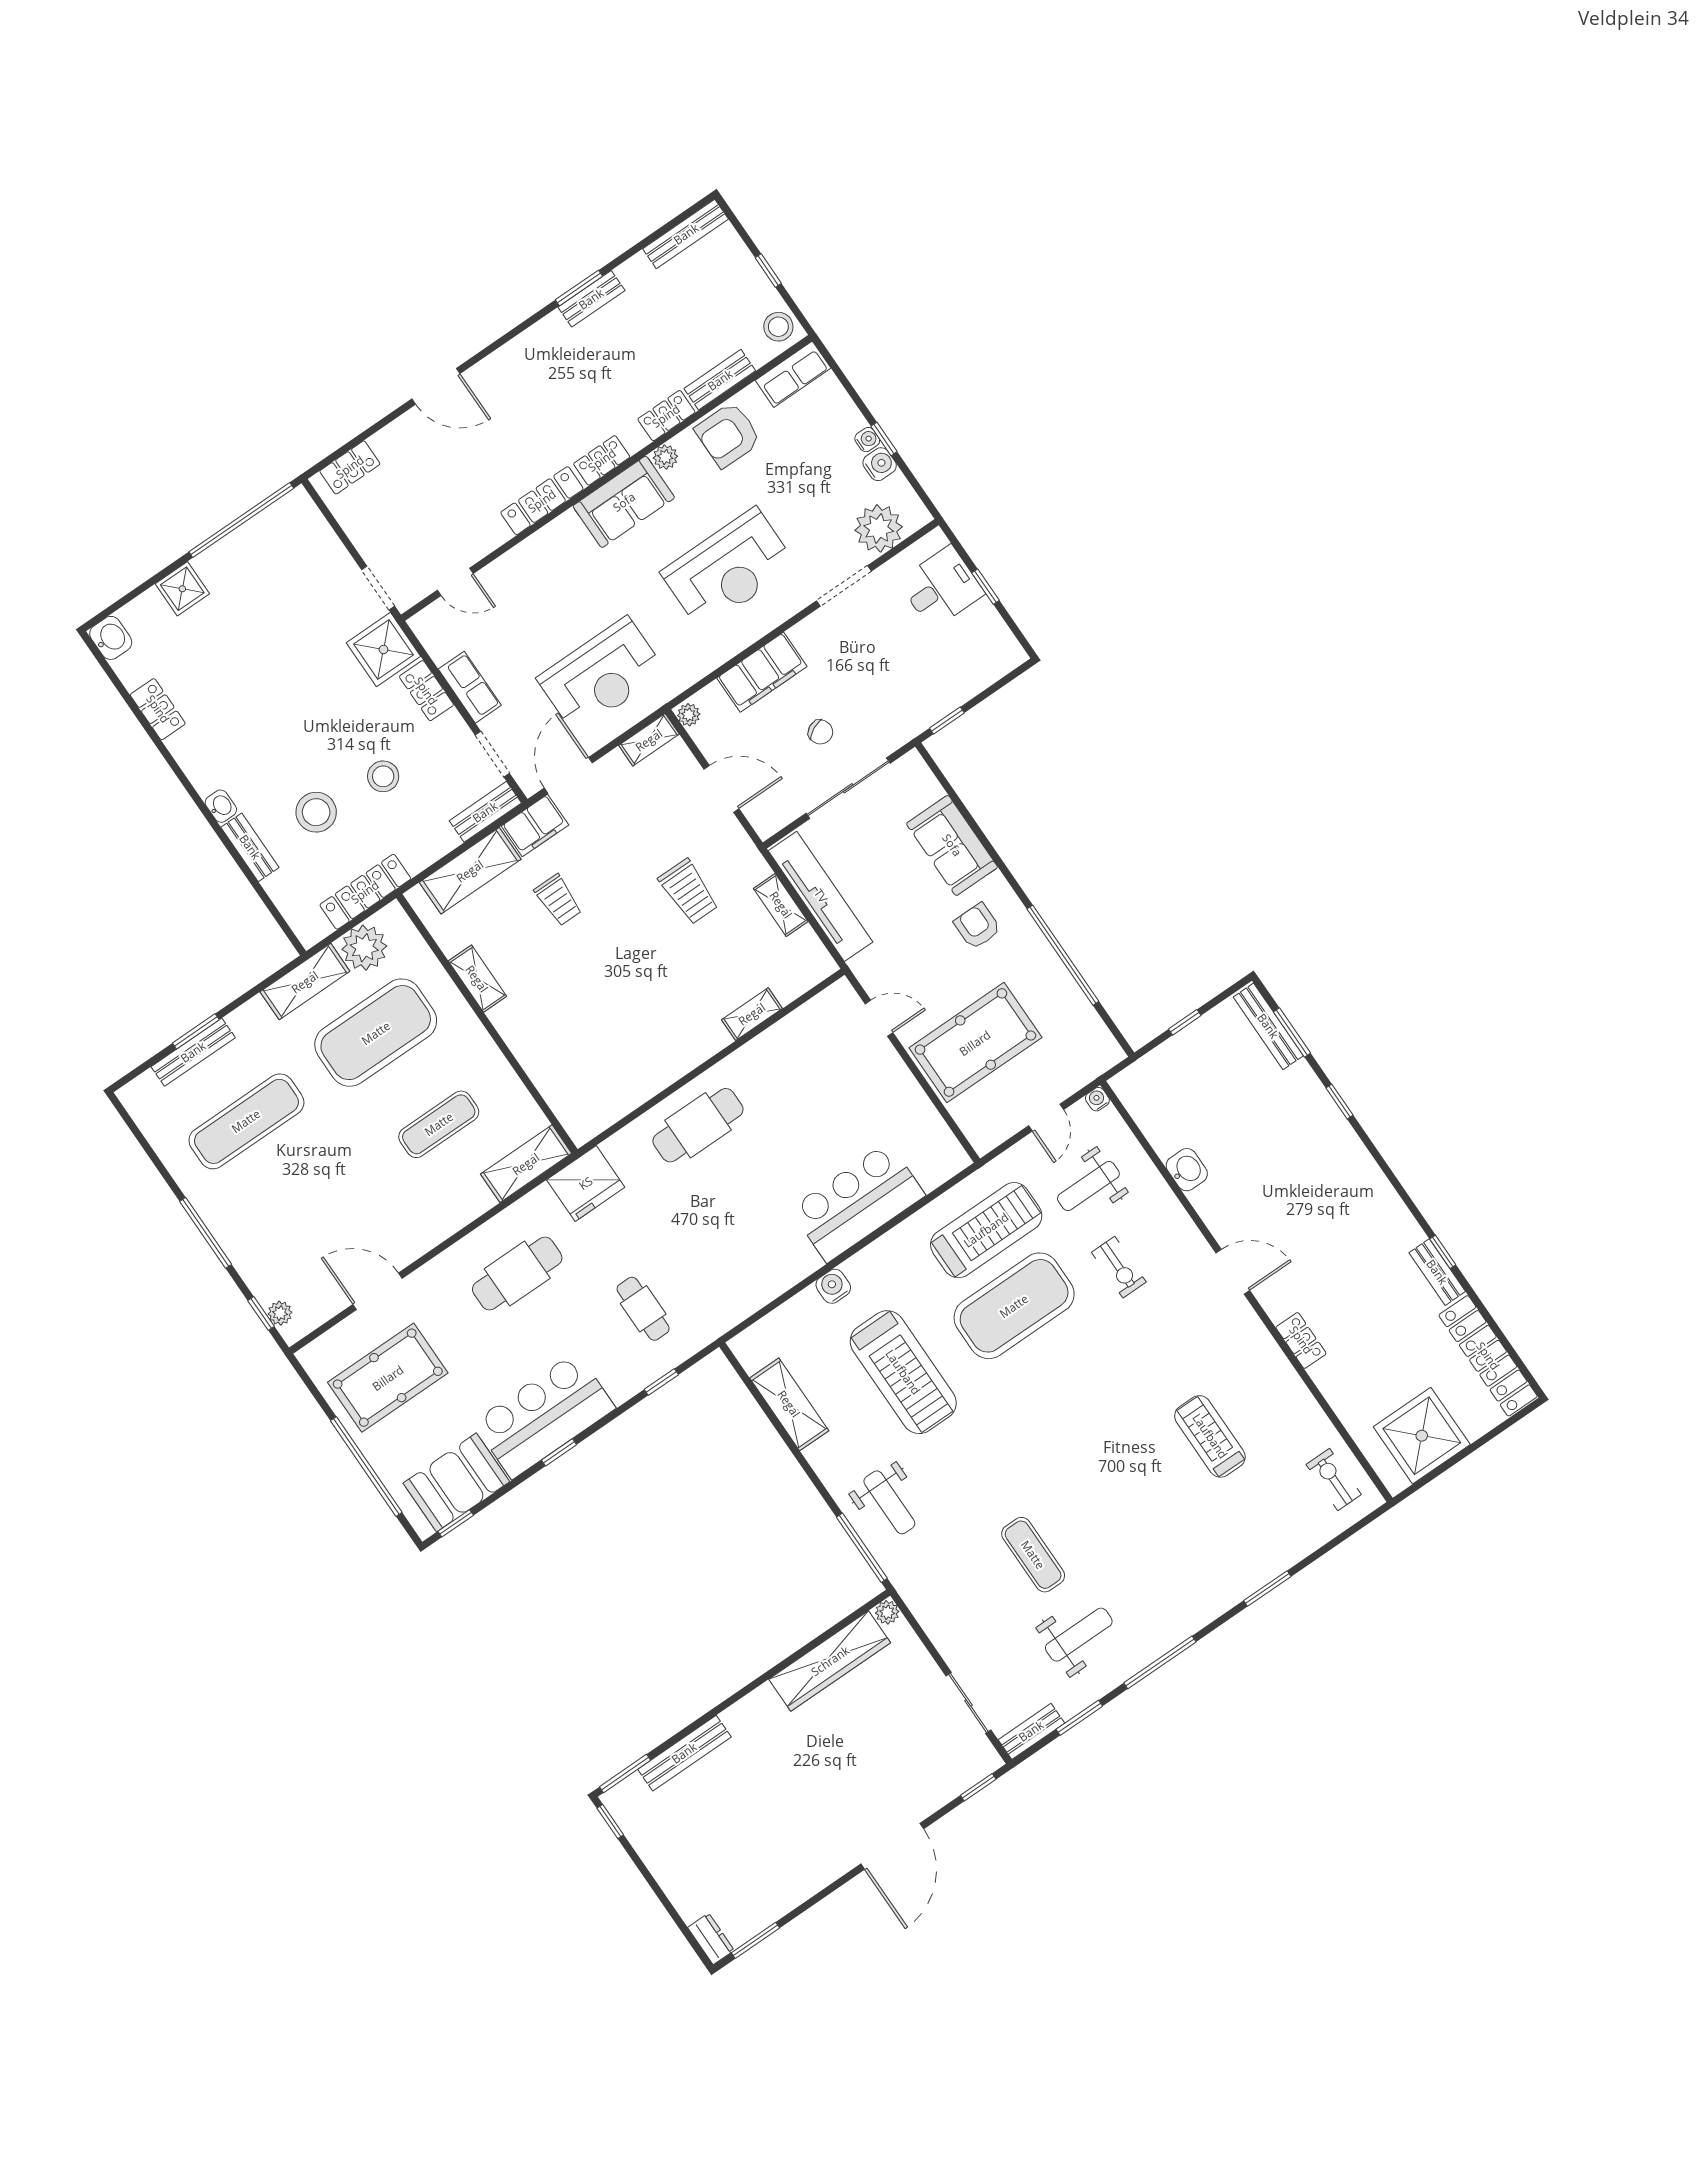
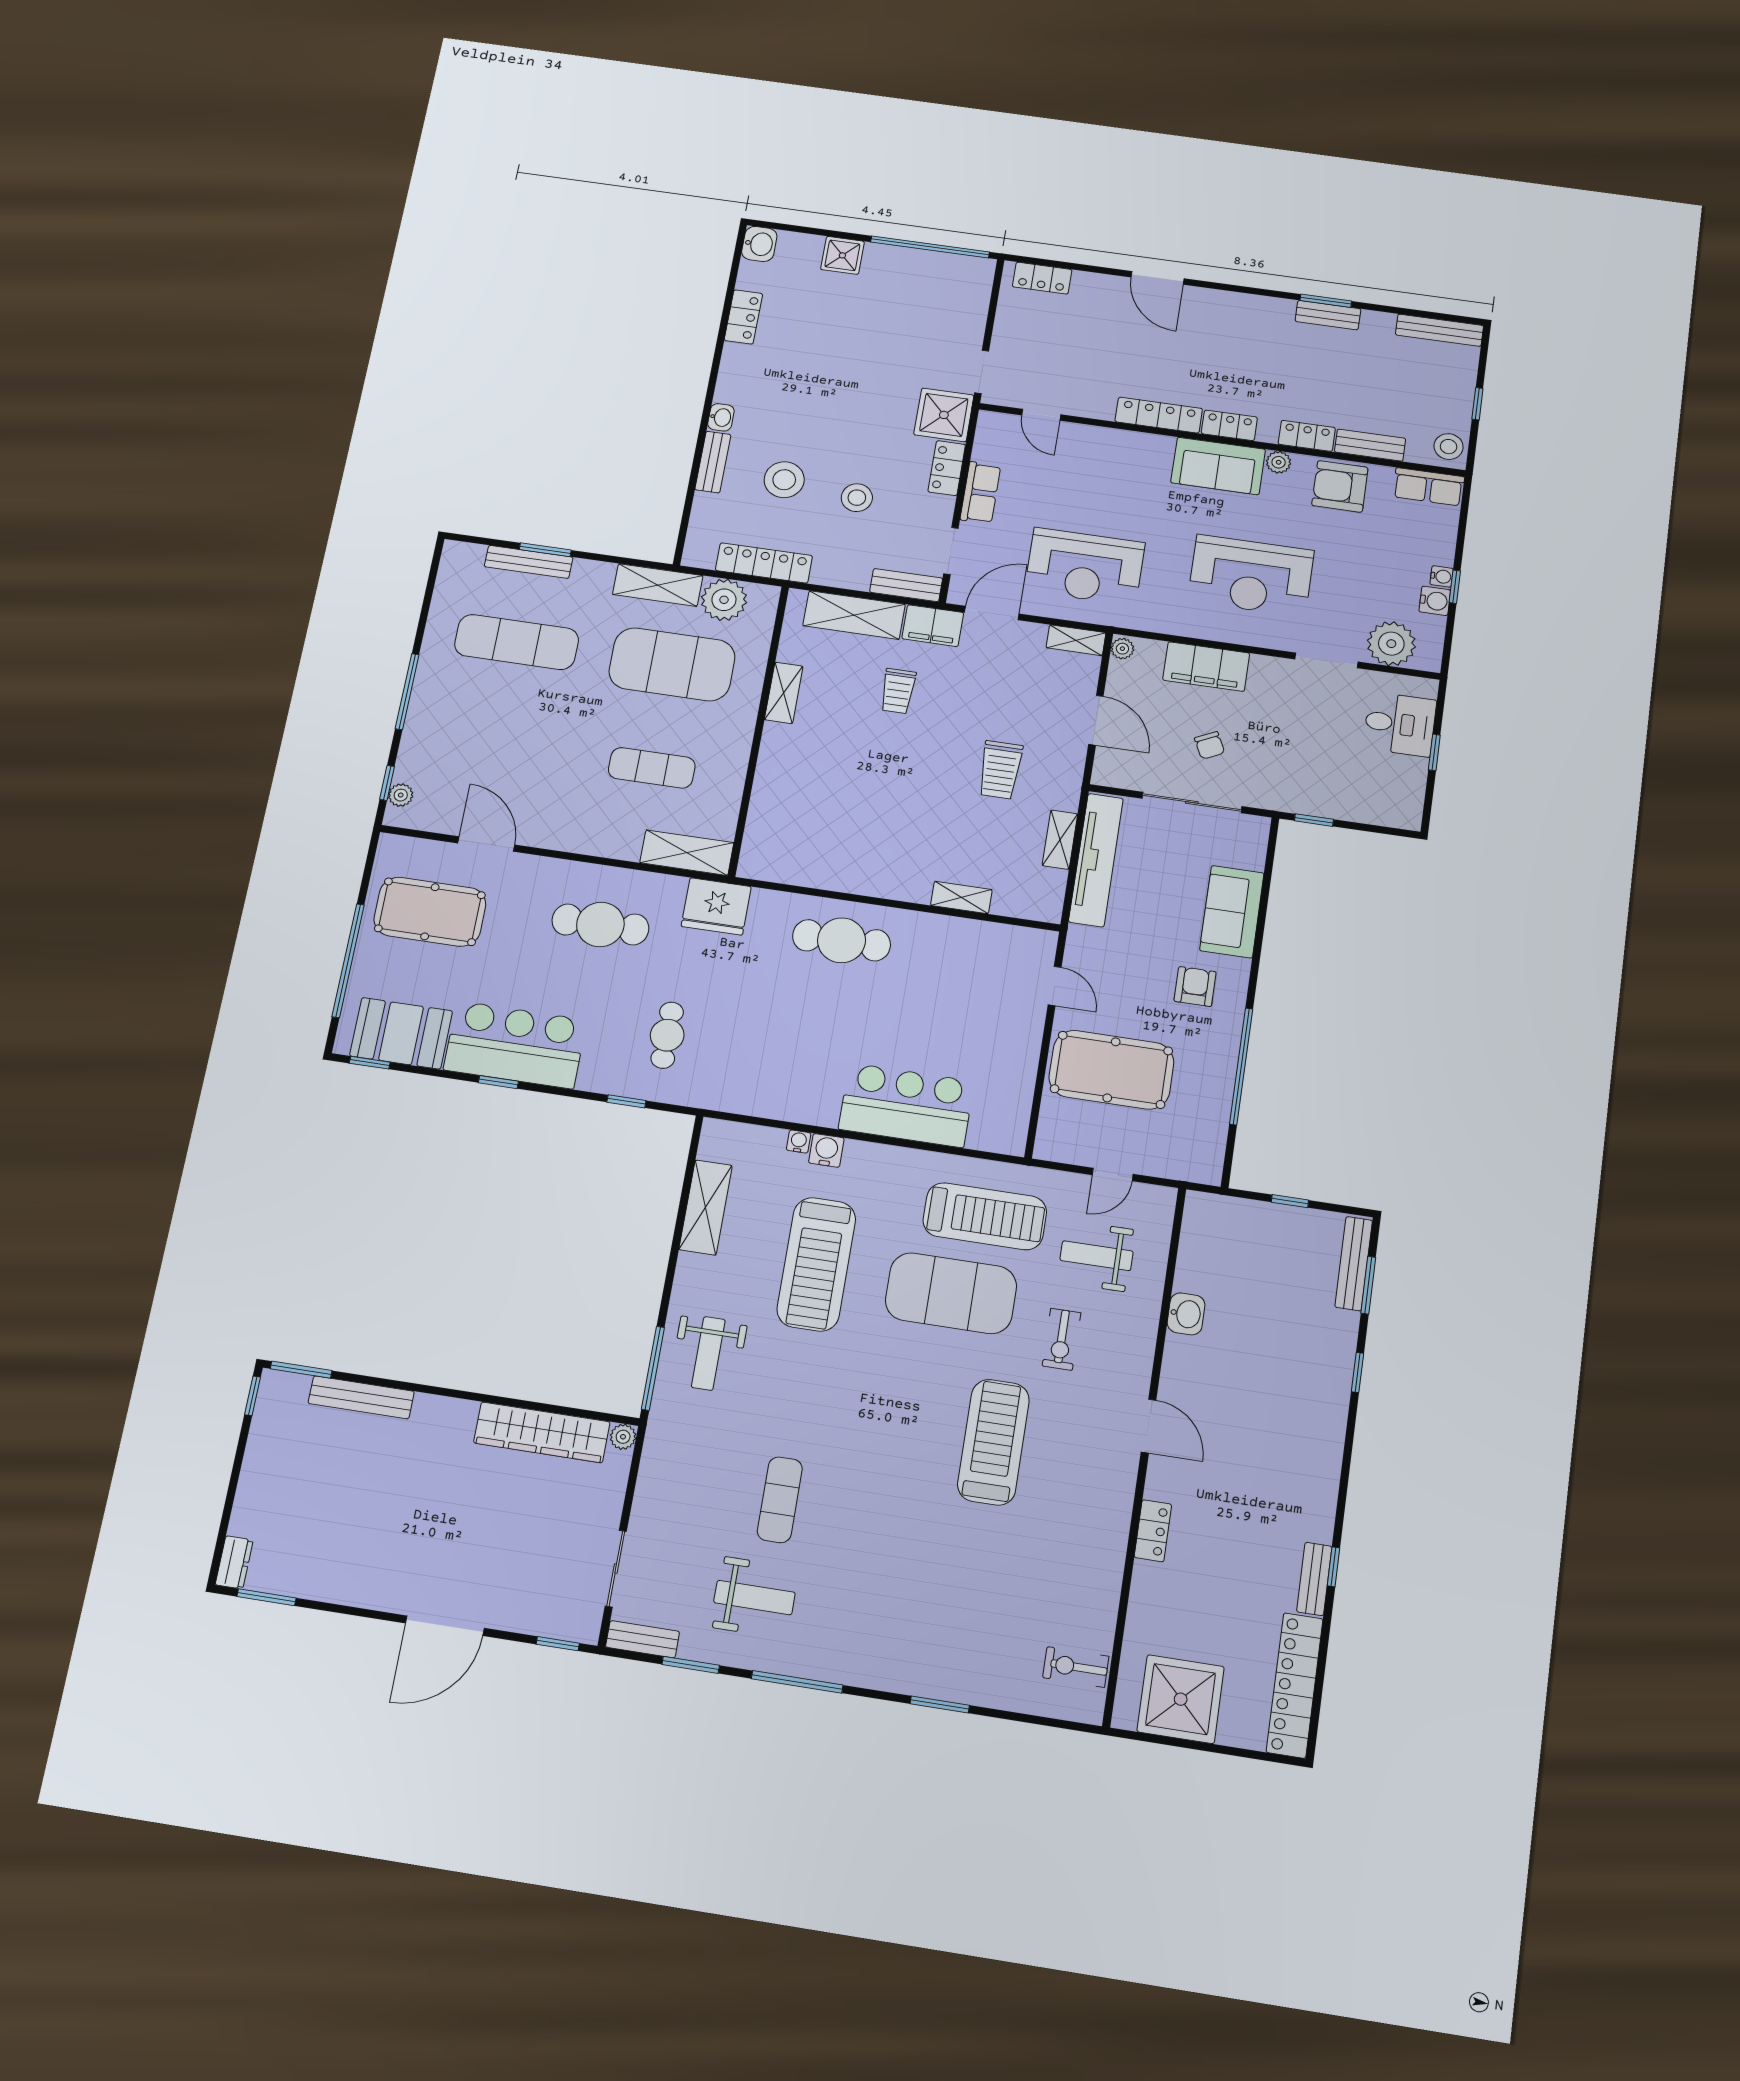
water cooler: (1097, 1099) -> (799, 1141), moved
treadmill: (1210, 1436) -> (993, 1442), moved, width x1.37, depth x1.38
exercise bike: (1334, 1480) -> (1076, 1667), turned -90

